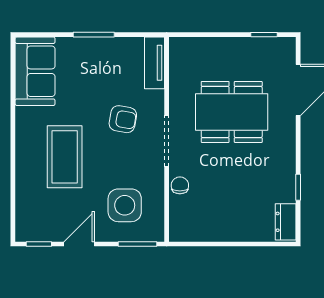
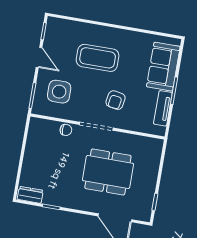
tv unit: (155, 63) -> (163, 108), moved, turned -90
sofa: (35, 71) -> (163, 67), moved, turned 90
dining table: (232, 112) -> (108, 172), turned 90

